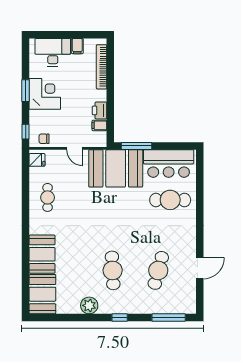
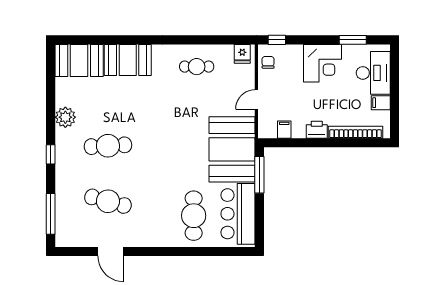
window: (26, 91) -> (353, 40), moved
printer: (99, 110) -> (317, 130), moved

